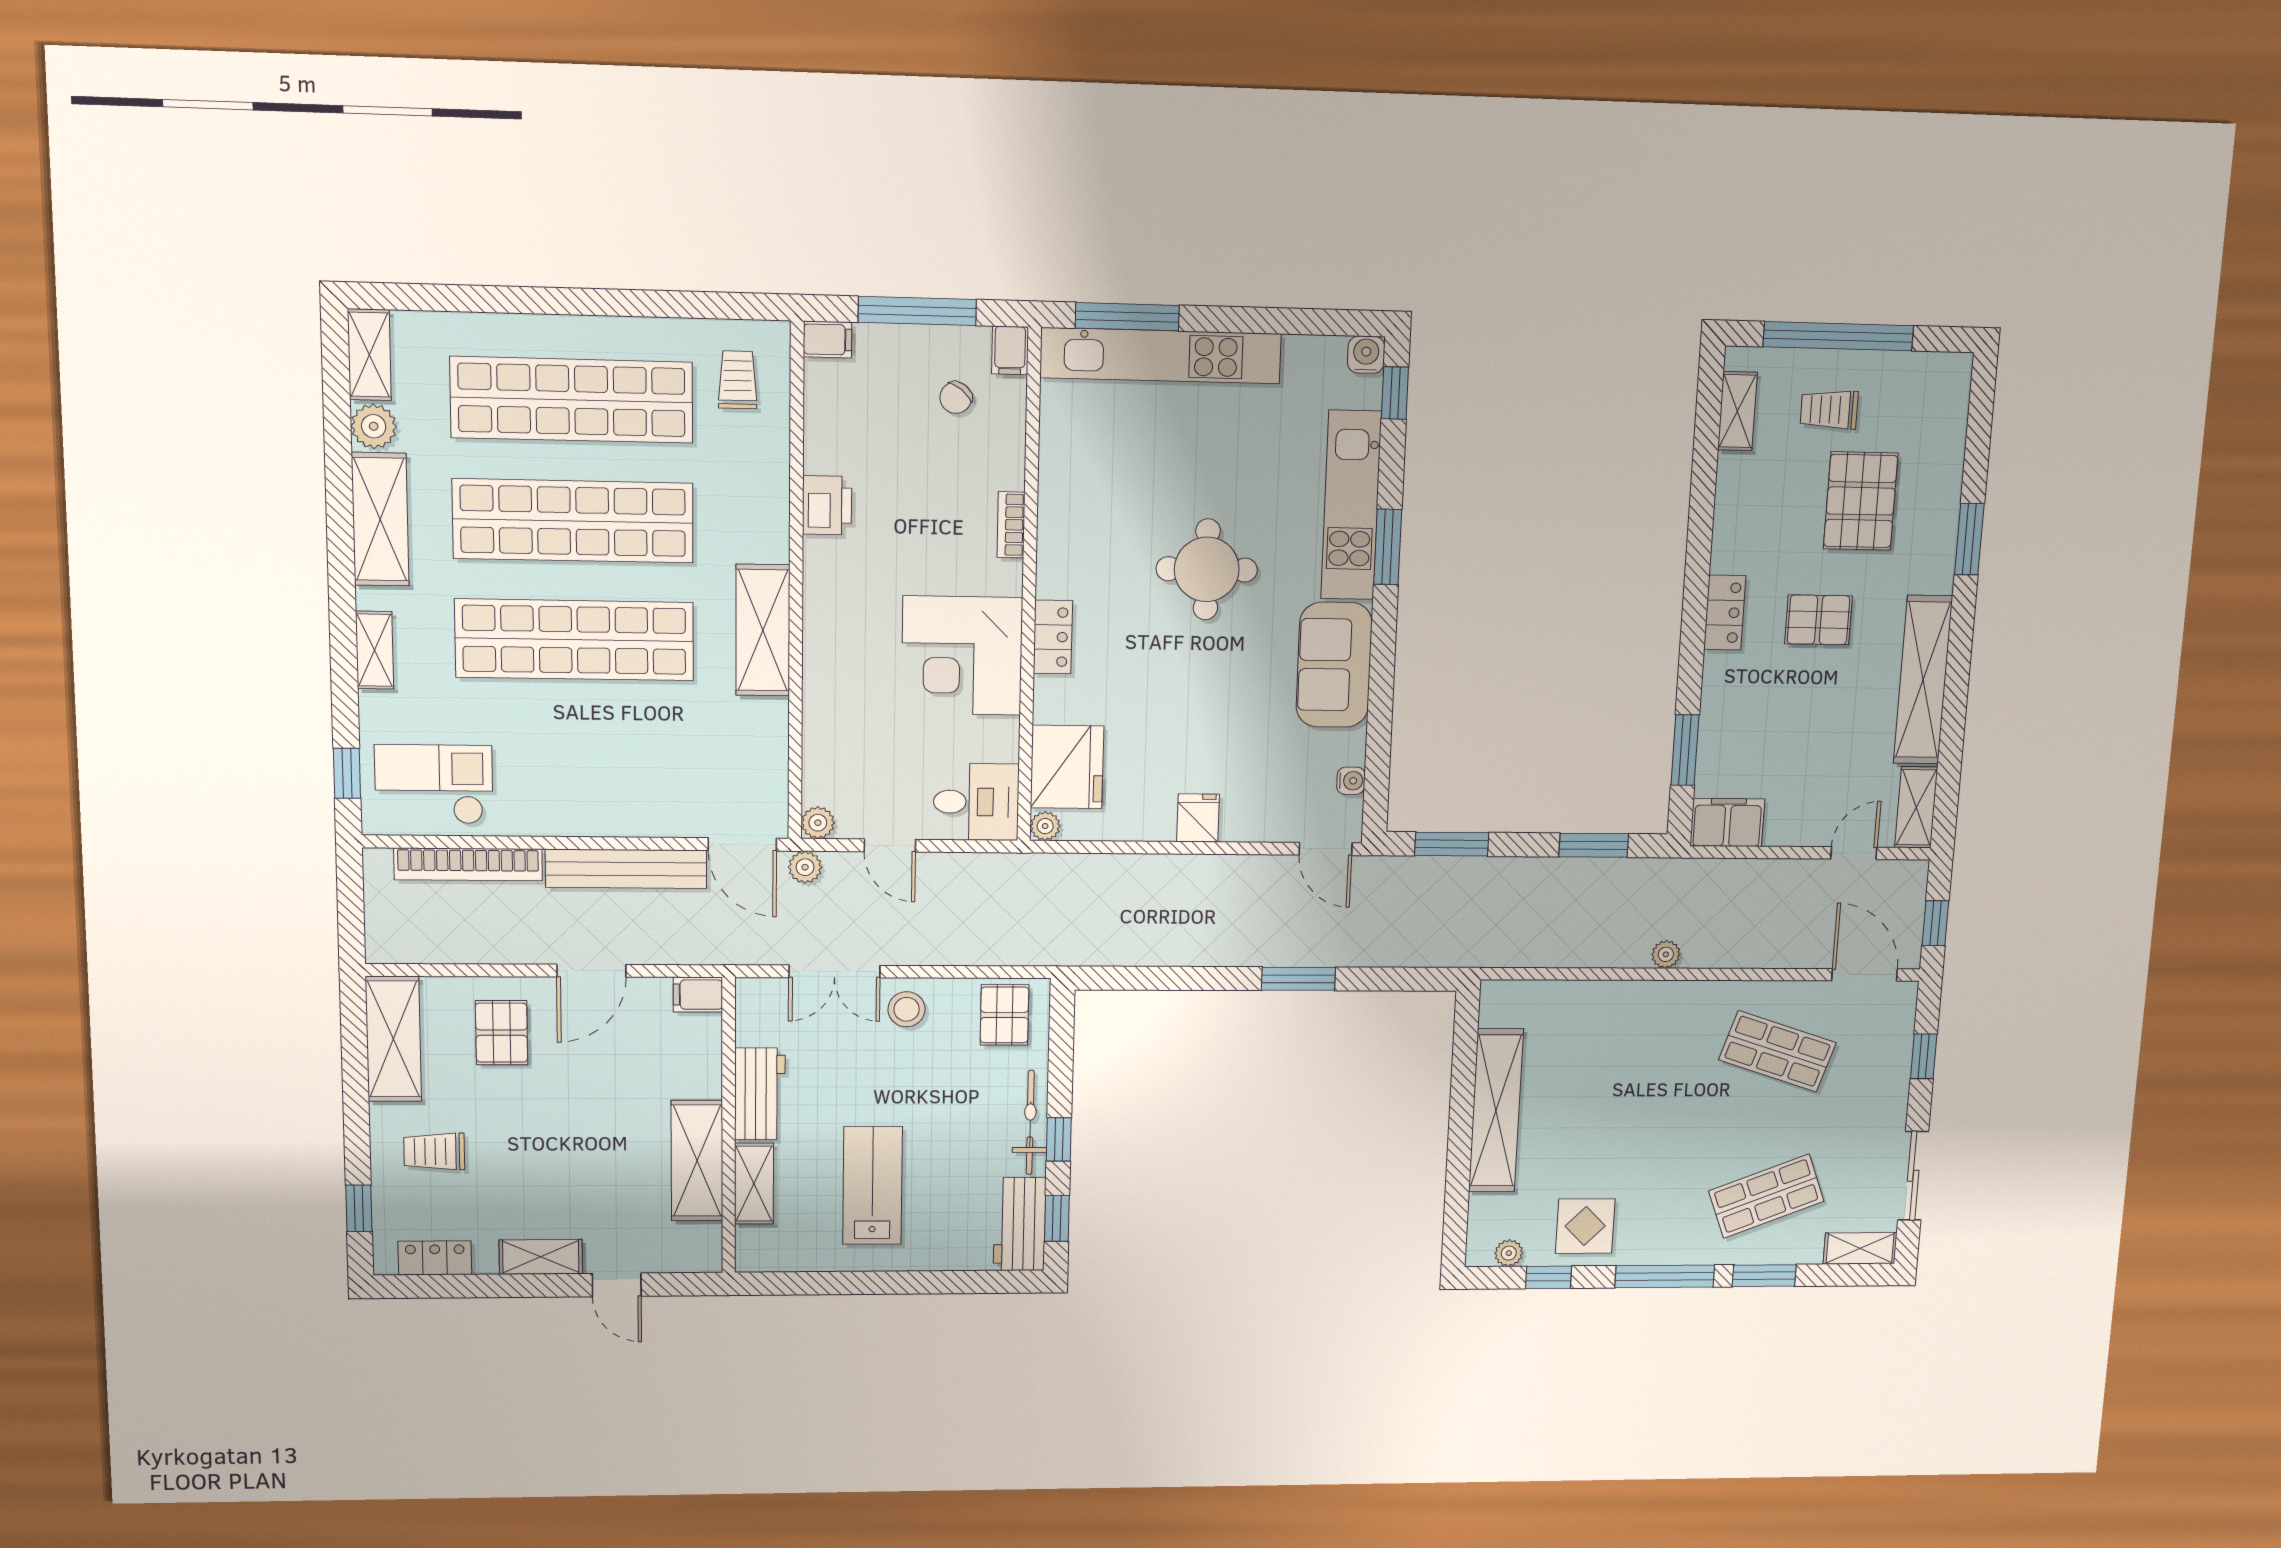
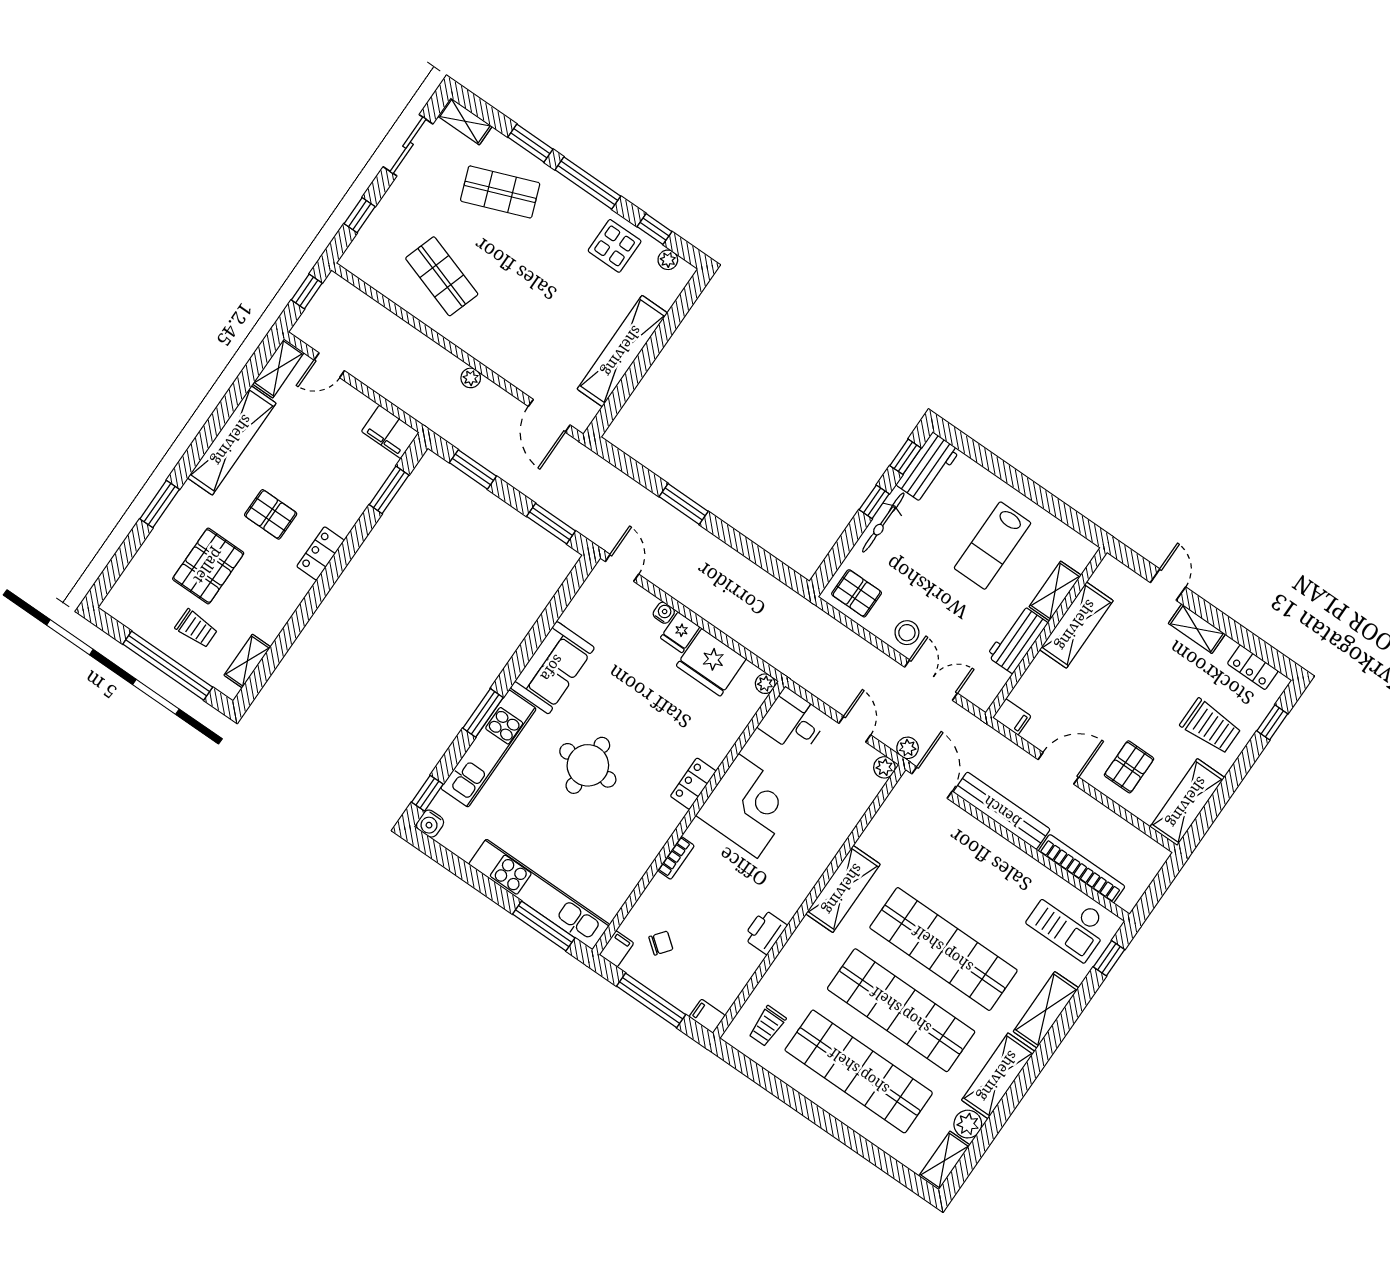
shelving: (375, 650) -> (1046, 1010), width x1.50, depth x1.33
fridge: (1067, 767) -> (711, 662), moved, turned -90
water cooler: (1351, 781) -> (664, 613), moved, turned 90
door: (1865, 975) -> (549, 416), moved
pallet: (1004, 1015) -> (857, 593), turned 90
trolley: (434, 1151) -> (1211, 726), width x1.36, depth x1.39

